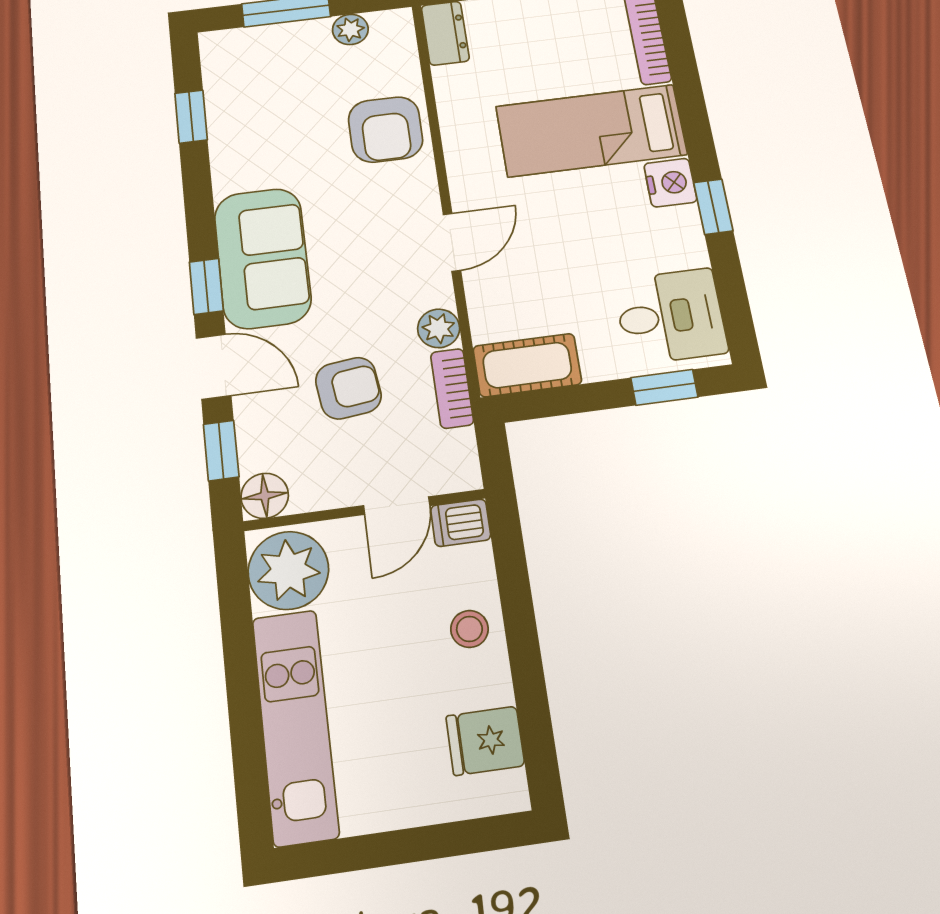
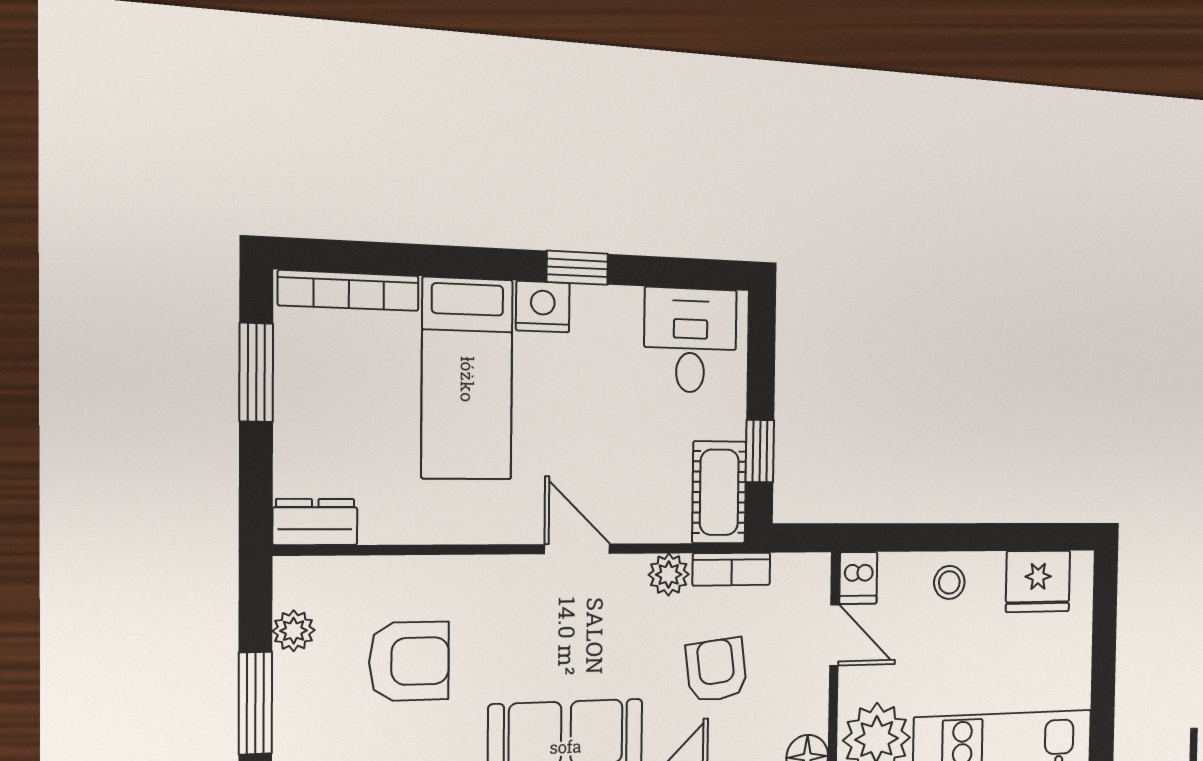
armchair: (386, 129) -> (409, 661), moved
window: (664, 387) -> (760, 451), moved
fridge: (485, 741) -> (1038, 581), width x1.38

